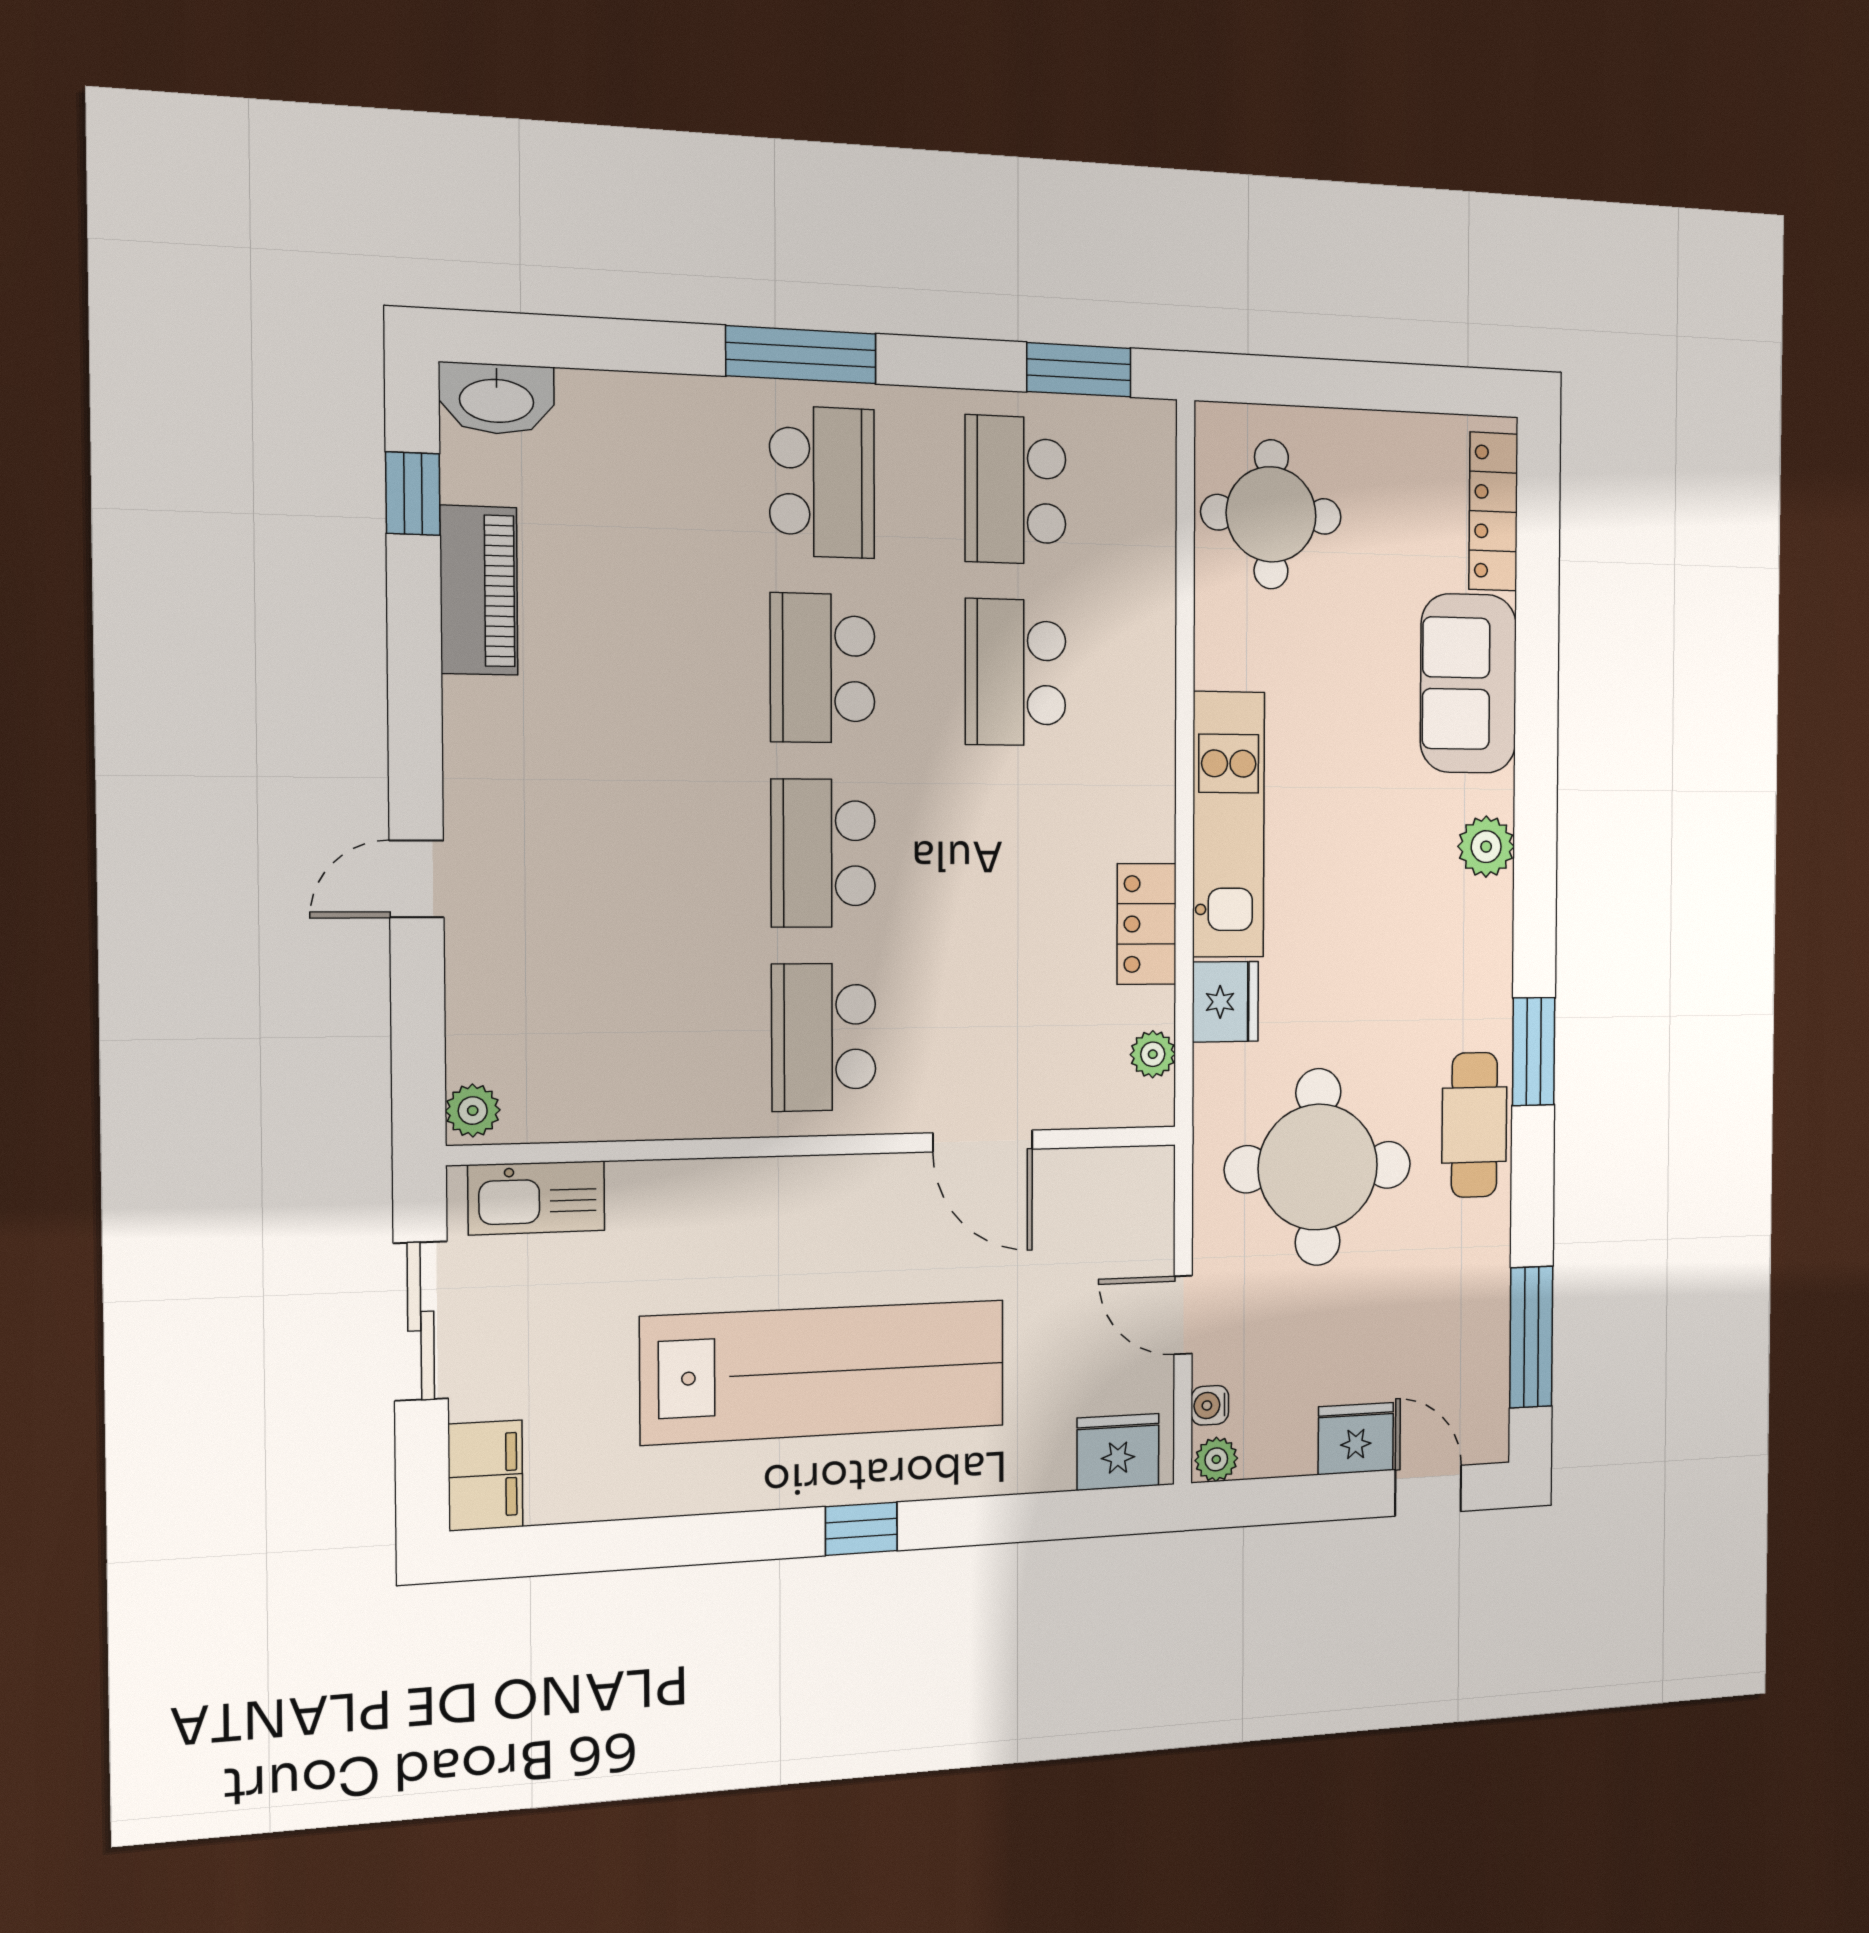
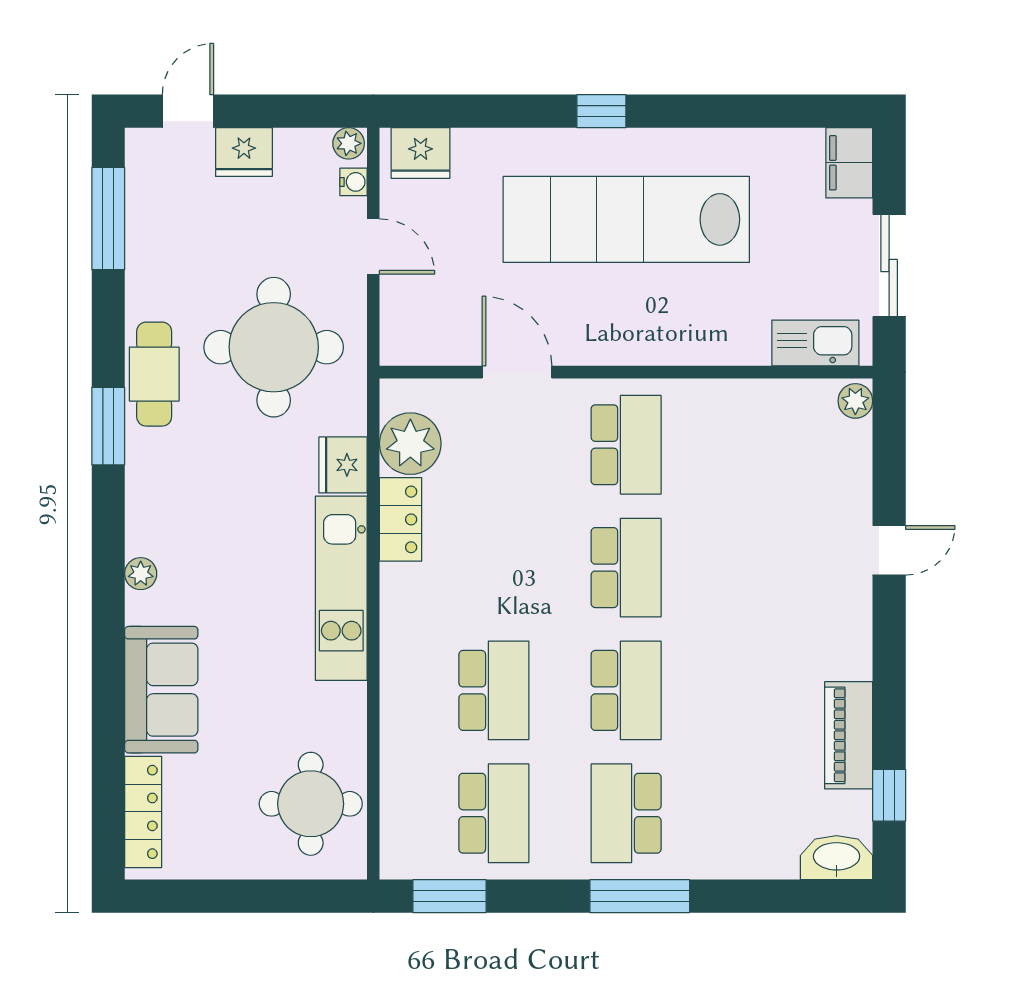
plant: (1486, 847) -> (141, 574), width x0.73, depth x0.73
plant: (1153, 1054) -> (410, 444), width x1.88, depth x1.88
door: (1428, 1491) -> (188, 111), swing flipped

